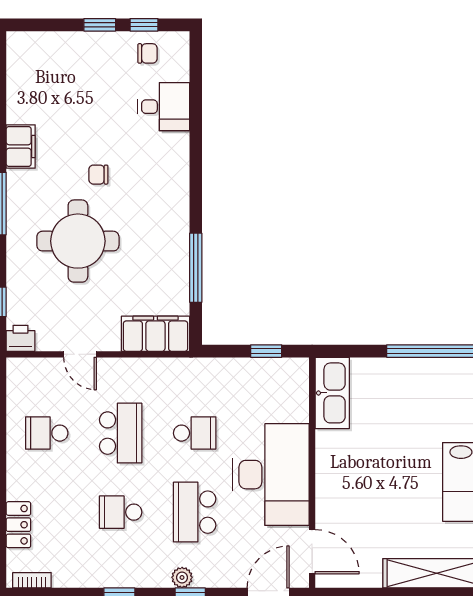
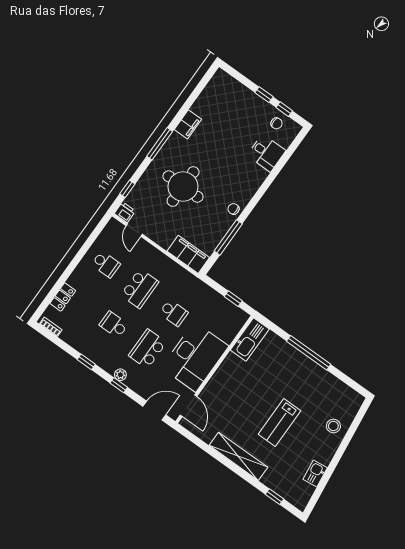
chair: (98, 175) -> (234, 209), moved
door: (80, 354) -> (134, 230), moved
school desk: (47, 433) -> (106, 264), turned 180

